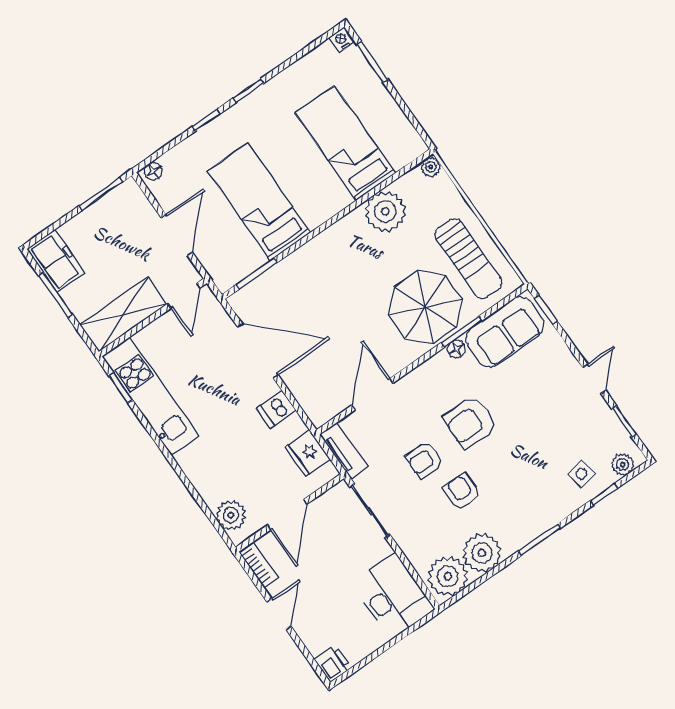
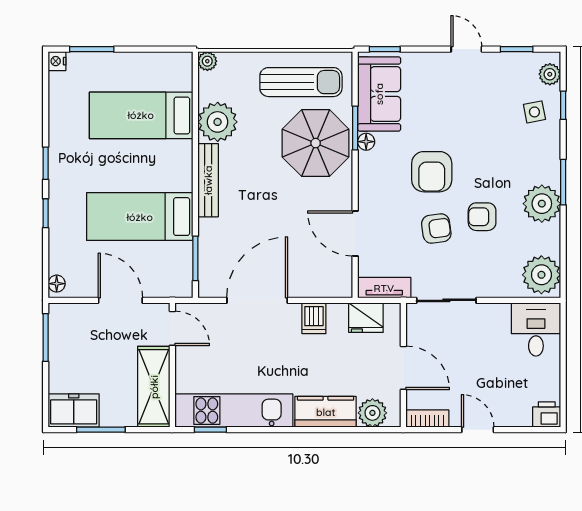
bench: (330, 238) -> (208, 180), added
armchair: (425, 460) -> (436, 229), turned -98
kitchen counter: (204, 475) -> (326, 412), added
plant: (482, 553) -> (542, 204), moved
desk: (393, 596) -> (536, 329), width x0.73

